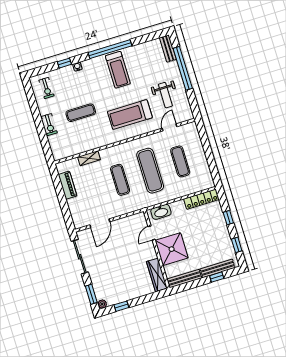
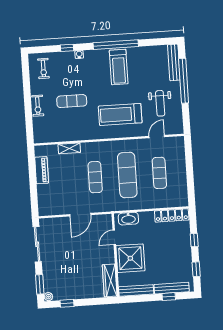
bench: (168, 48) -> (174, 62), width x1.36
door: (100, 223) -> (80, 215), moved

